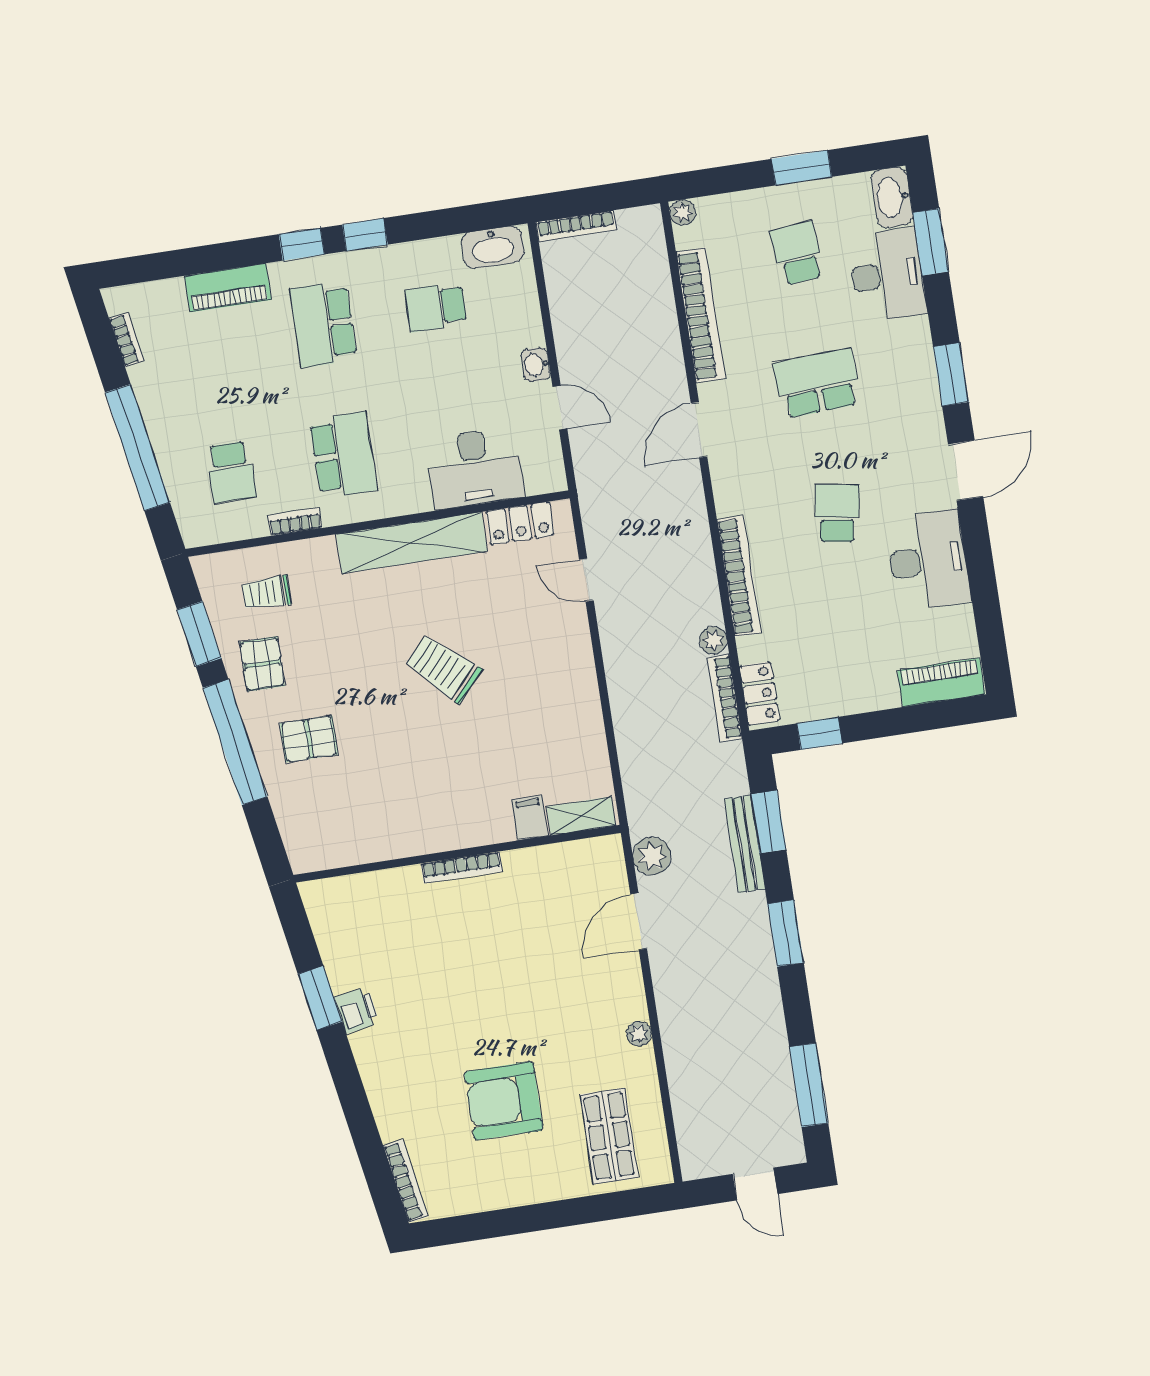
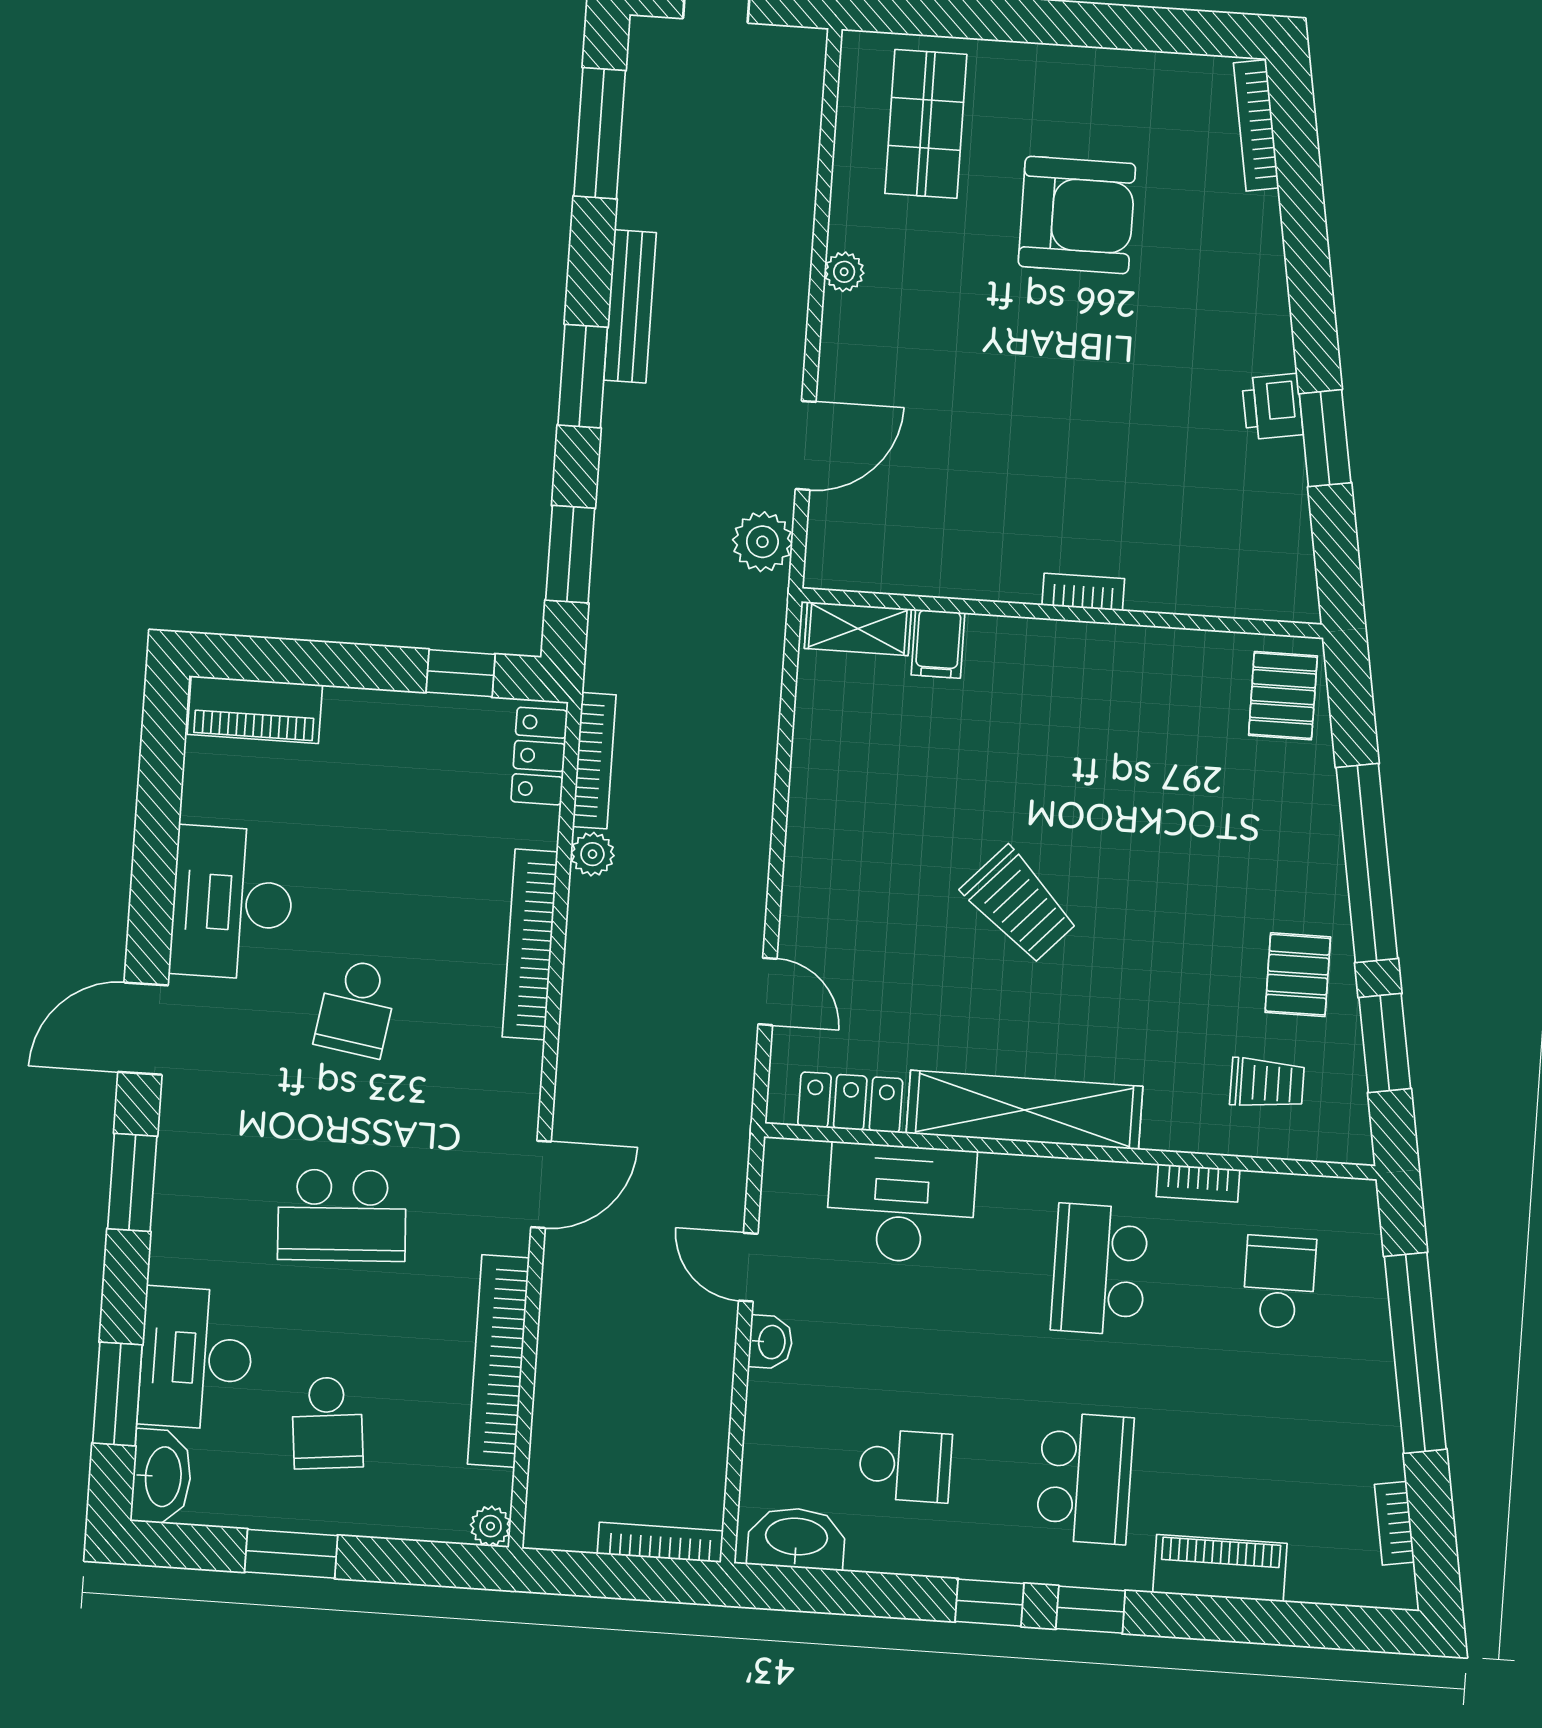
pallet: (309, 739) -> (1283, 696), moved, turned 90
bench: (745, 844) -> (630, 306), moved
bookcase: (462, 868) -> (1083, 592), width x0.64

